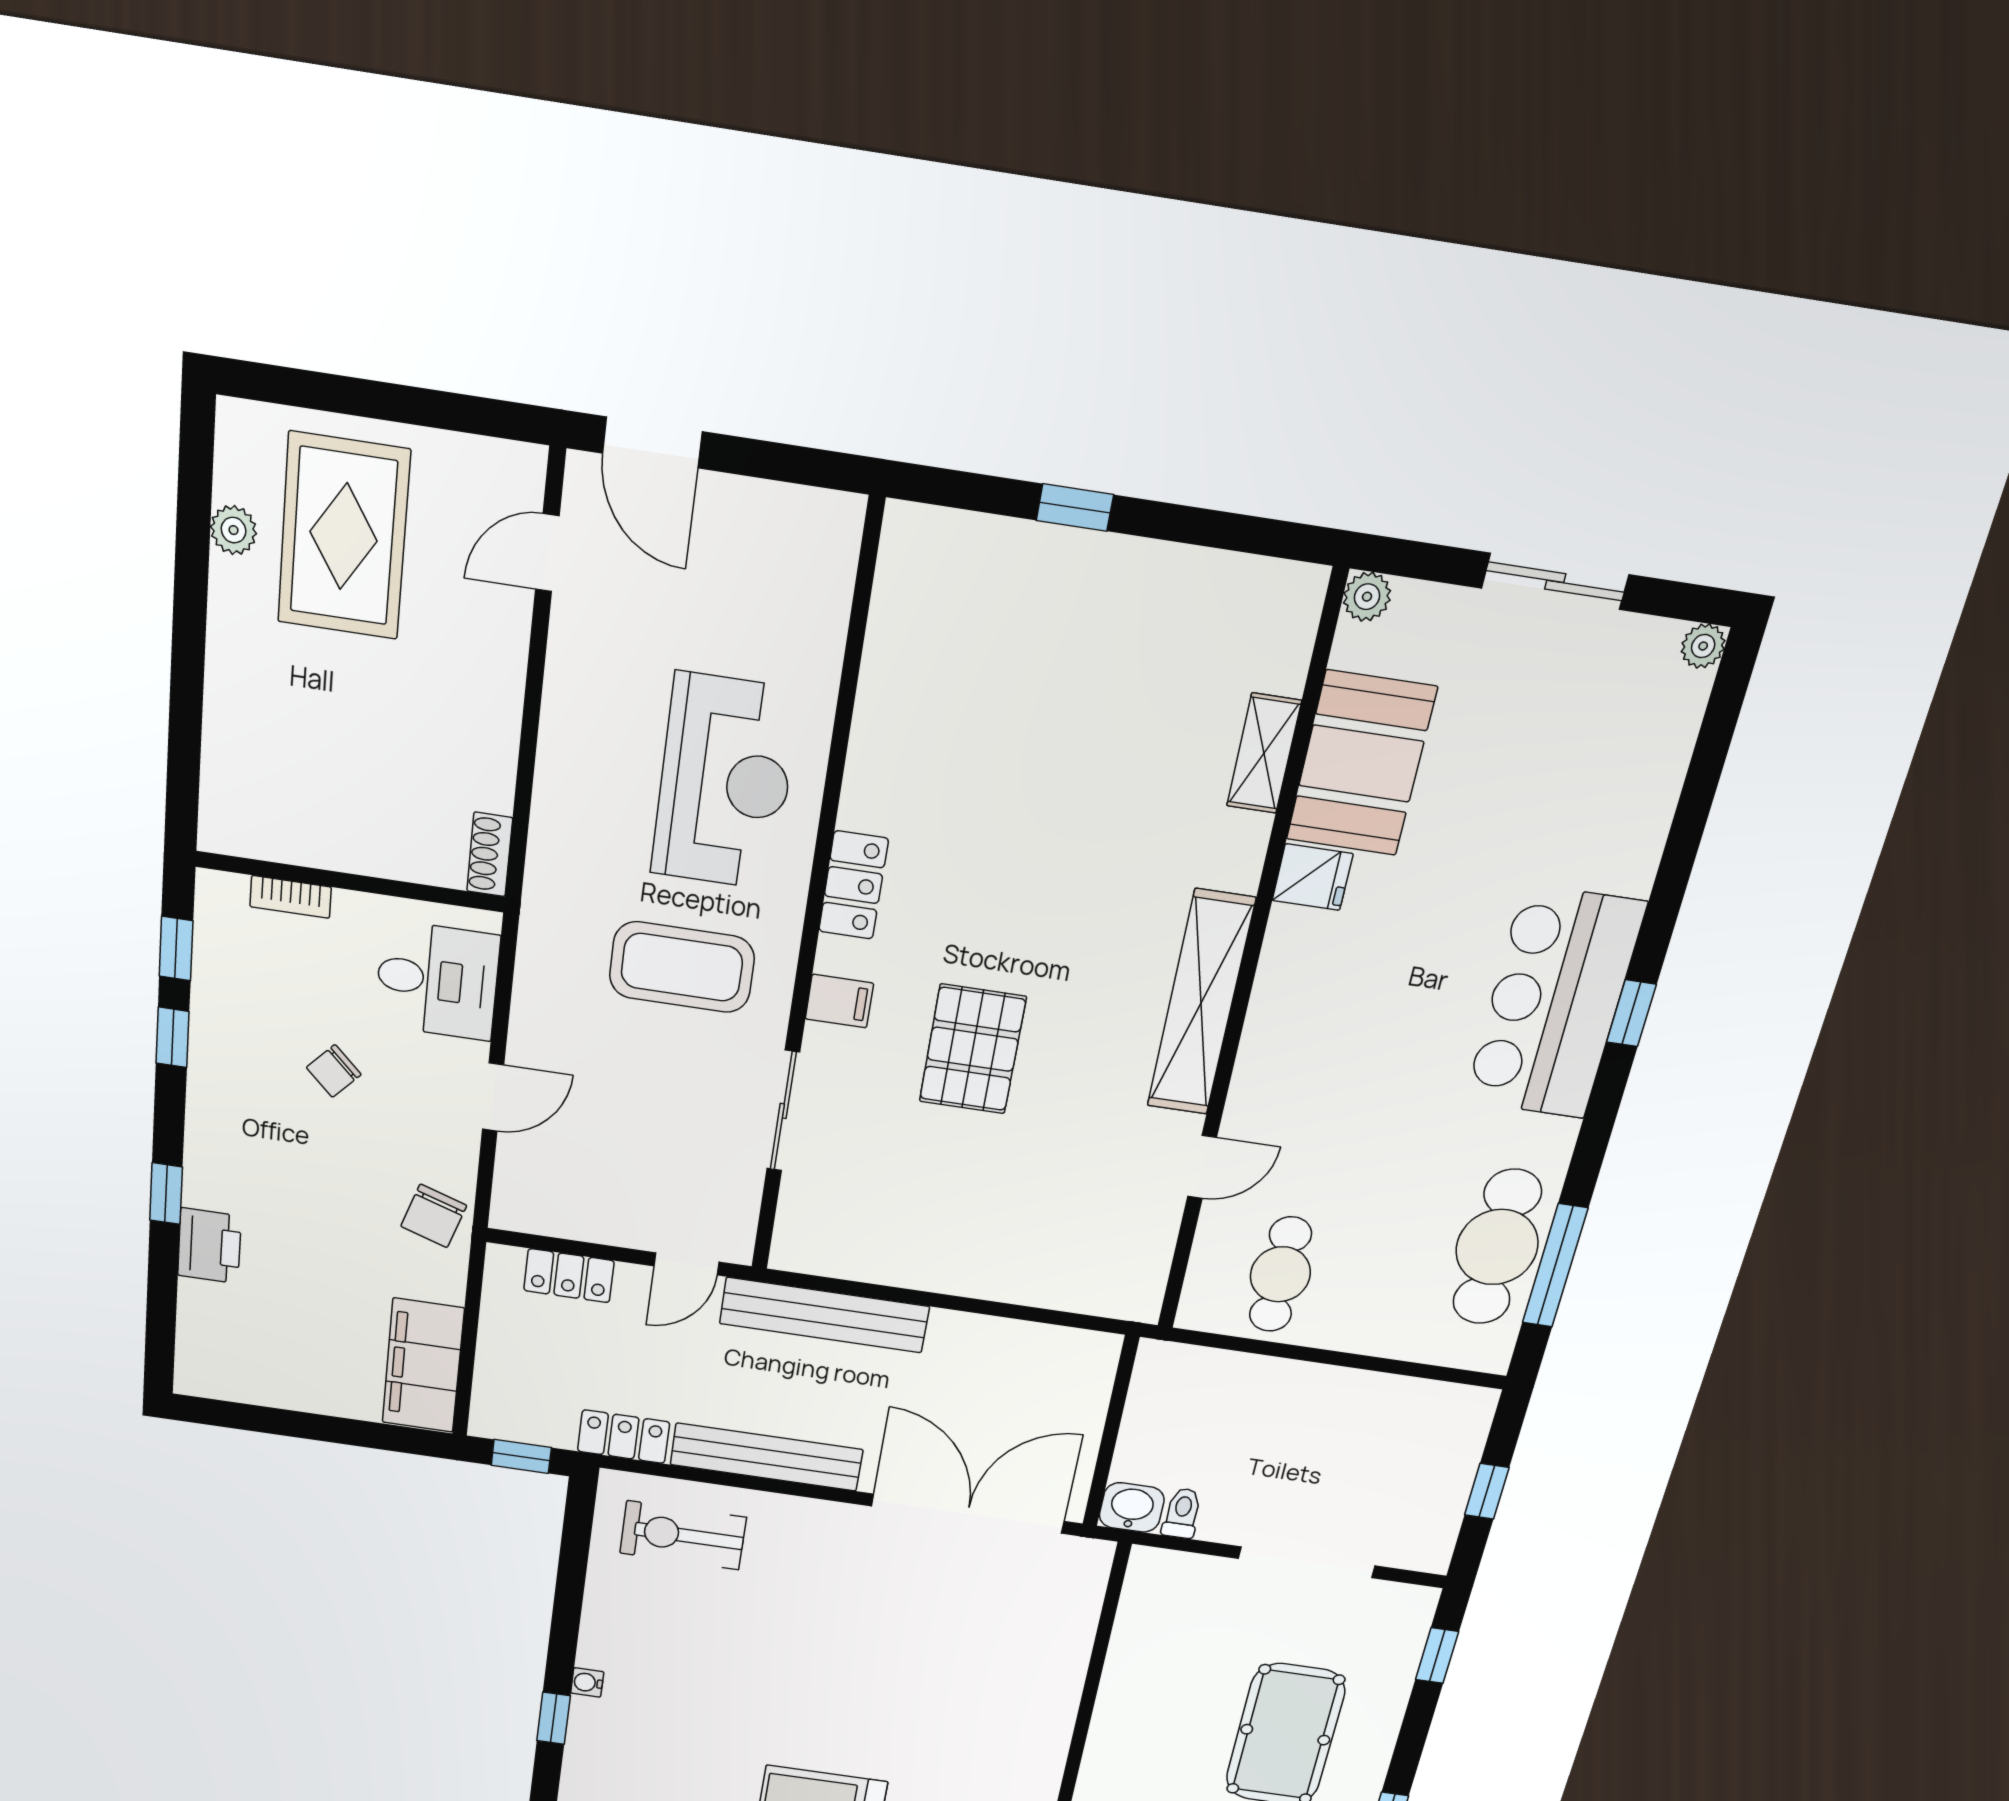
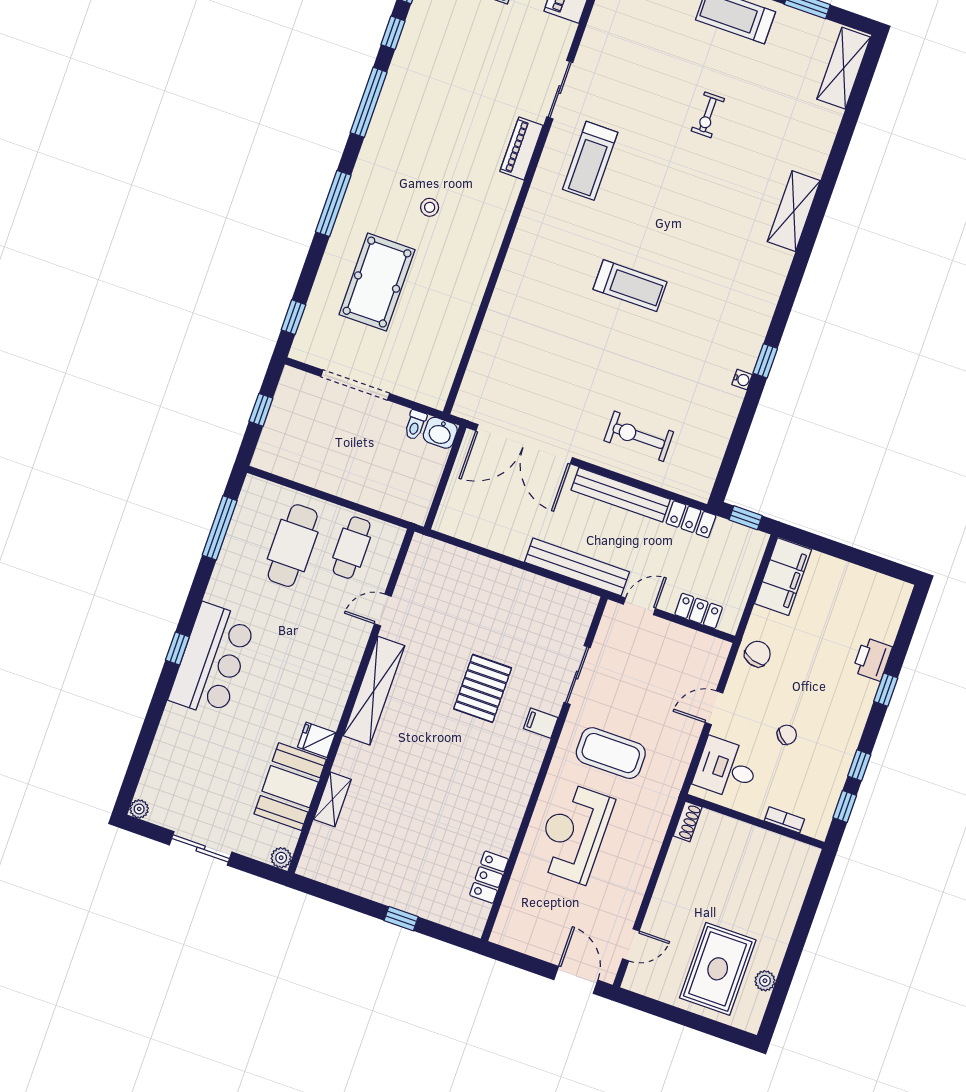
locker: (853, 885) -> (489, 877), moved
cafe table: (1497, 1247) -> (293, 546), moved
exercise bike: (683, 1535) -> (639, 436), moved, turned 180

